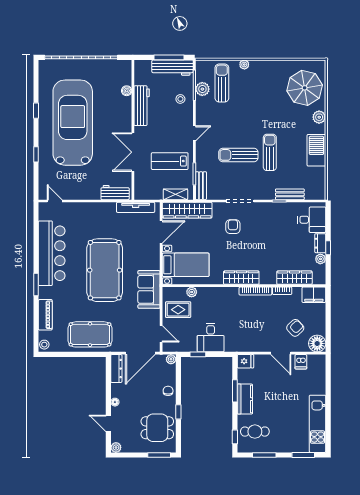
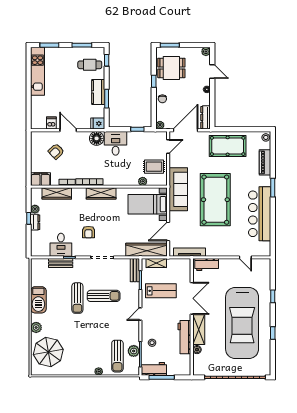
workbench: (173, 68) -> (154, 369), width x0.73
shelving: (125, 115) -> (199, 330), added
door: (55, 201) -> (245, 257), moved
desk: (312, 220) -> (61, 245), moved, turned -90
armchair: (233, 227) -> (88, 232), moved
sofa: (149, 289) -> (178, 189), width x1.36
door: (161, 334) -> (168, 146), swing flipped
desk: (211, 338) -> (116, 143), moved
floor lamp: (317, 343) -> (97, 138), moved

